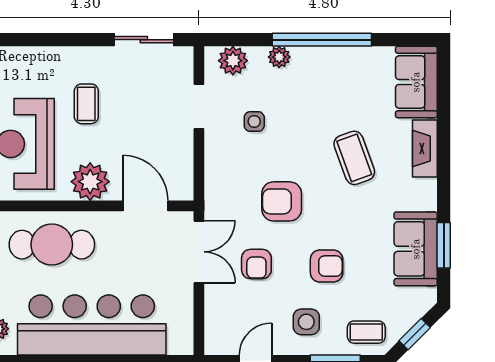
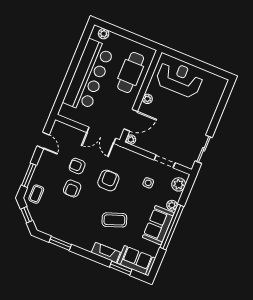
coffee table: (86, 104) -> (186, 113), removed
window: (444, 107) -> (121, 268), added
plant: (90, 182) -> (147, 99), width x0.53, depth x0.53
plant: (183, 190) -> (131, 140), added
sofa: (416, 249) -> (158, 225), moved, turned -90
armchair: (256, 264) -> (77, 166), moved
side table: (306, 322) -> (51, 170), removed

